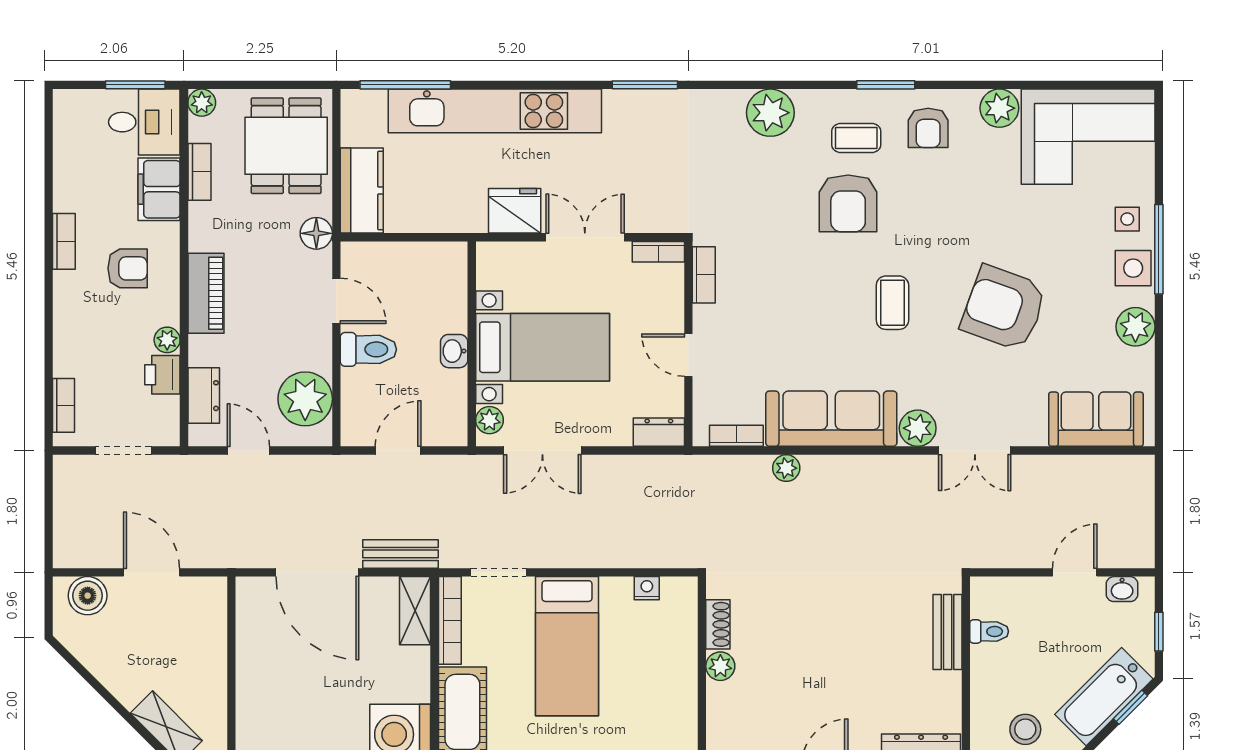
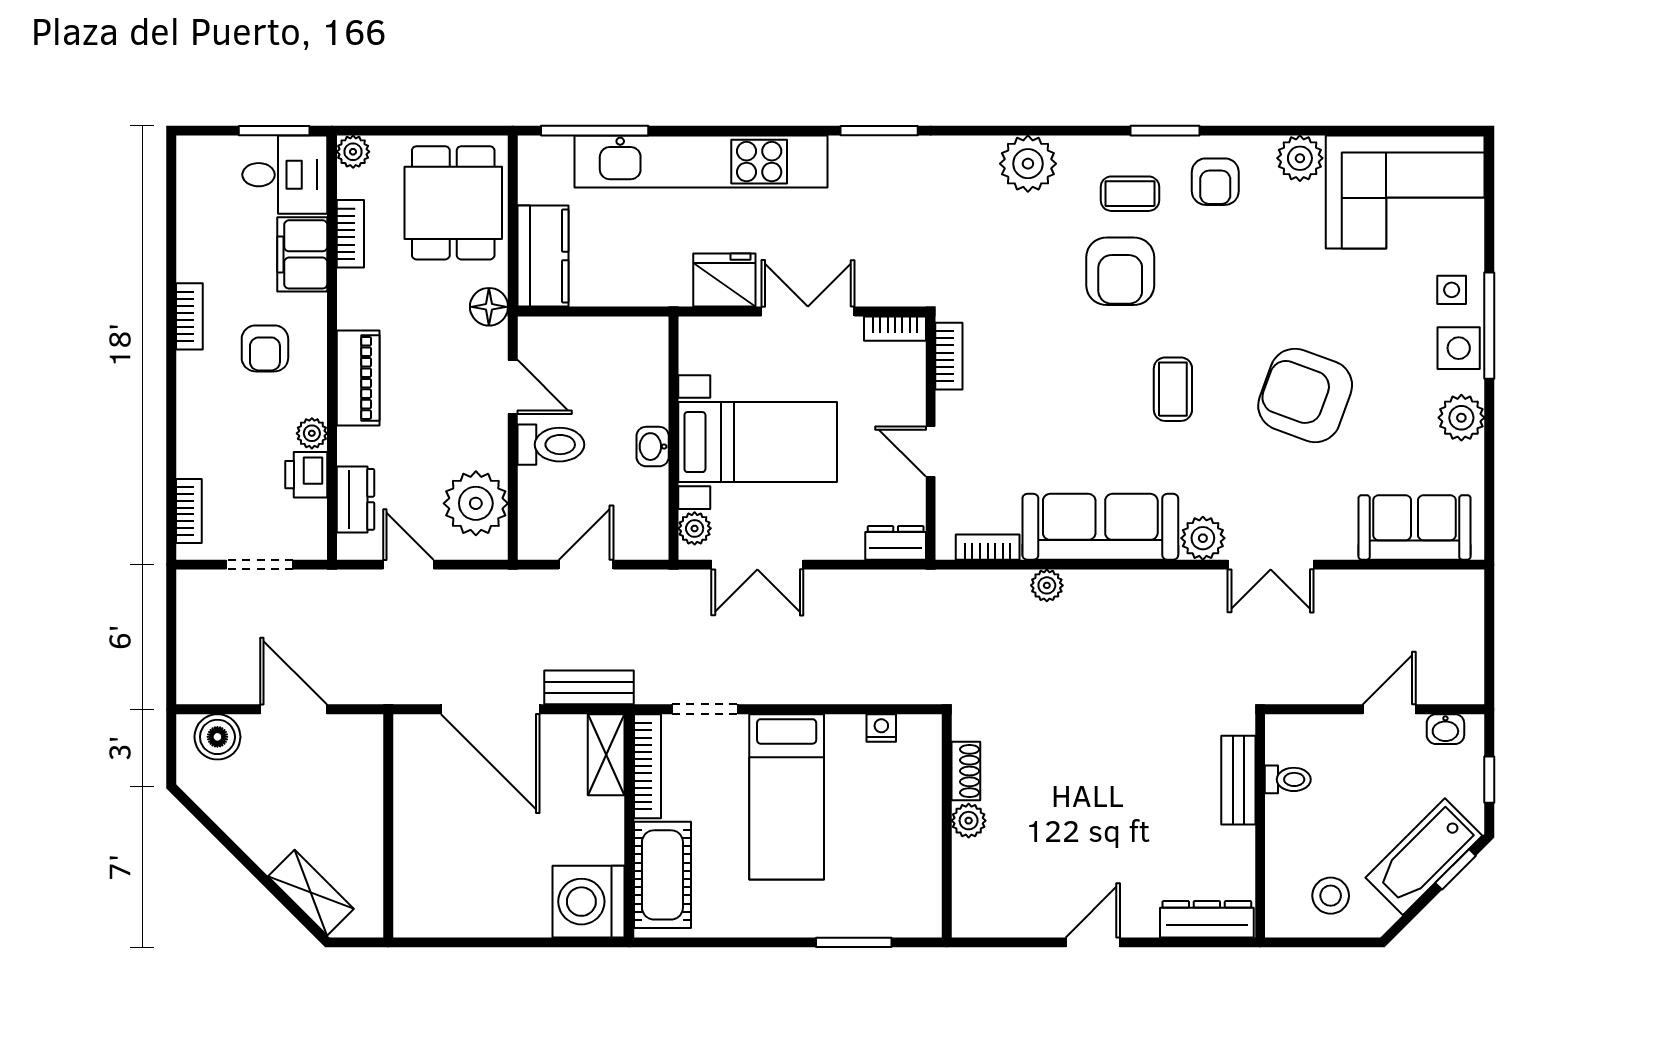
armchair: (128, 268) -> (265, 348), turned 90

